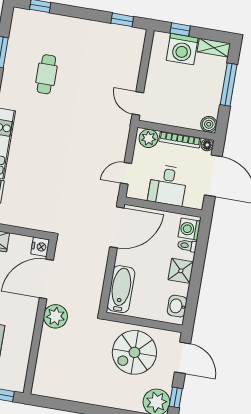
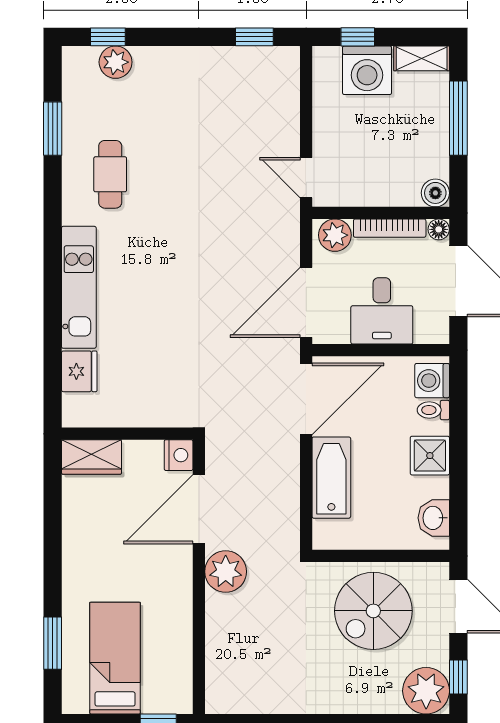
plant: (42, 21) -> (116, 62), added
cafe table: (46, 74) -> (110, 174), moved
door: (126, 173) -> (306, 302), width x1.88
bathtub: (121, 289) -> (331, 478), moved

